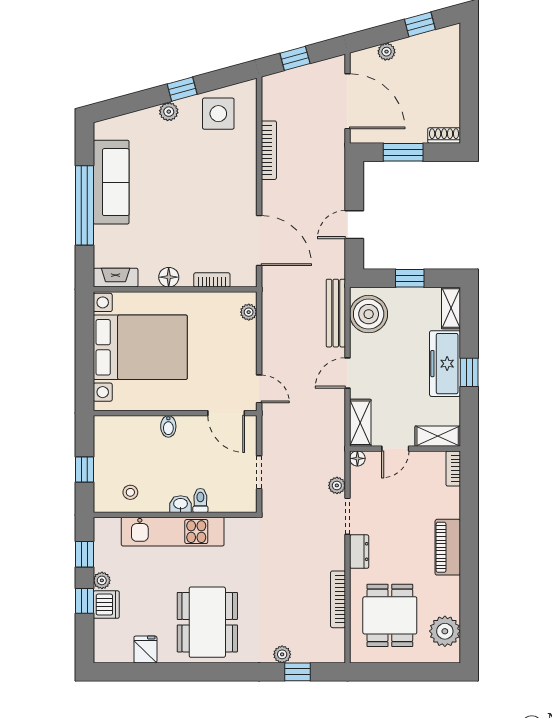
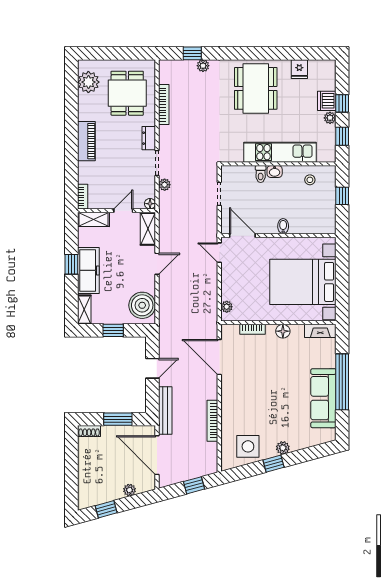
bench: (336, 313) -> (165, 410), moved

